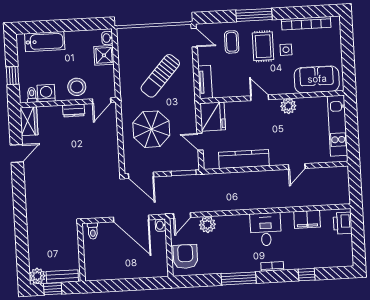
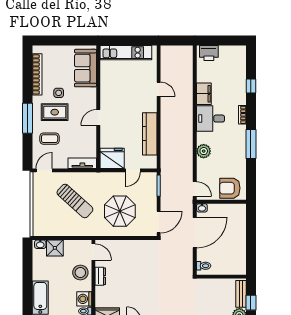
plant: (288, 106) -> (107, 94), removed
filing cabinet: (307, 219) -> (204, 94), moved
plant: (207, 225) -> (204, 151), moved

